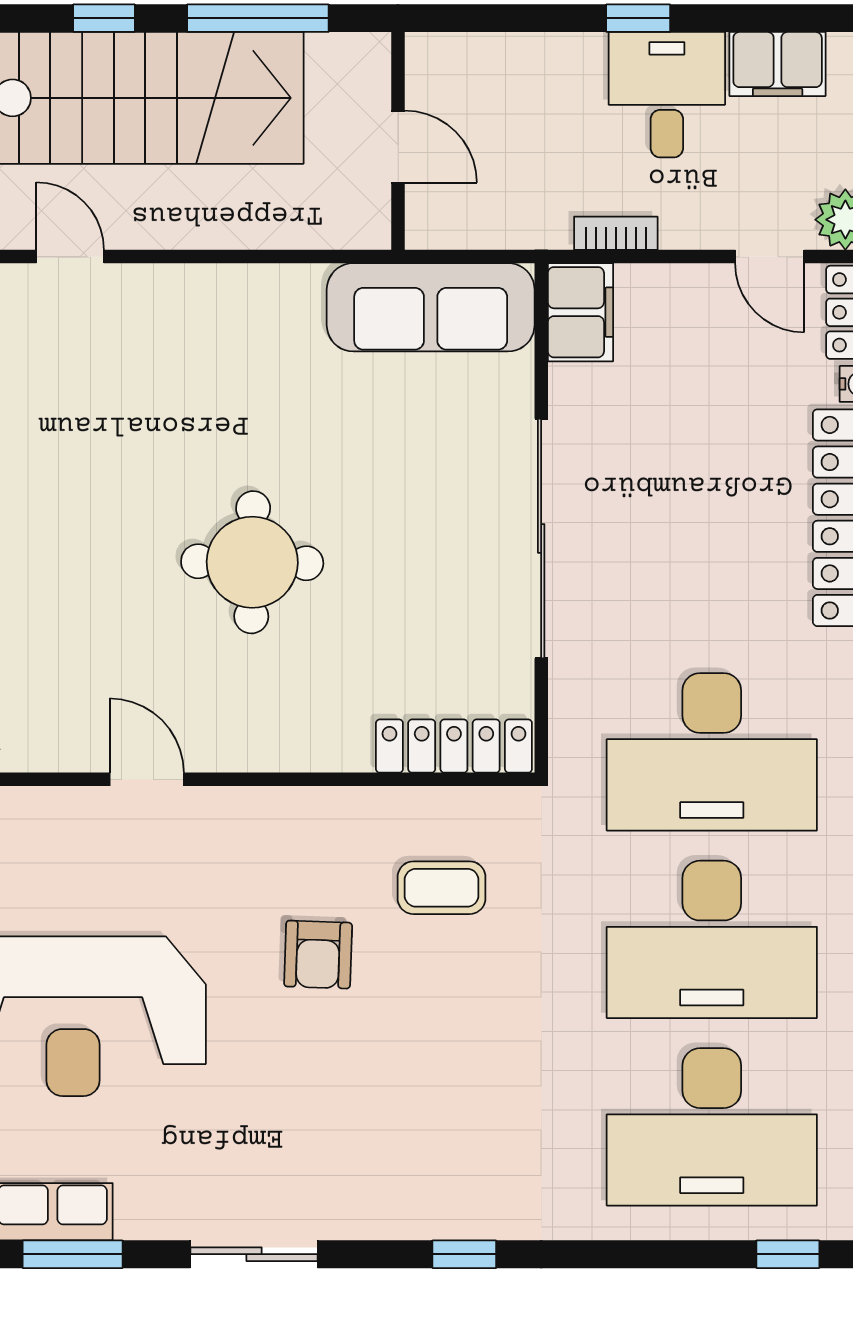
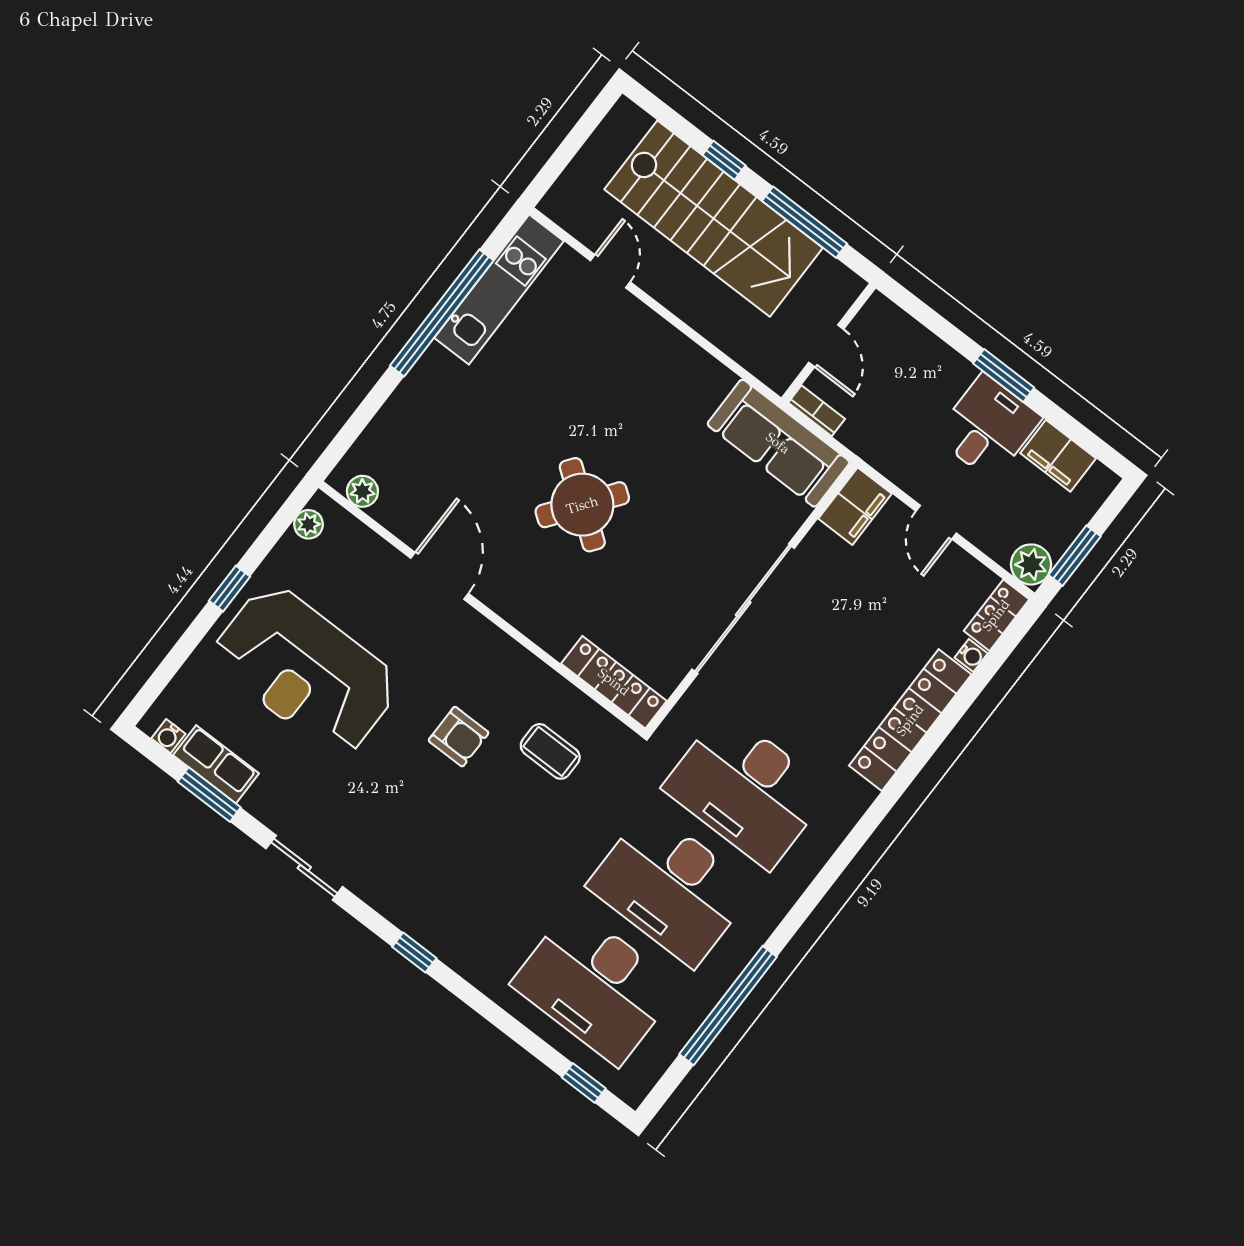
window: (638, 18) -> (1004, 376), width x1.50
bookcase: (616, 233) -> (817, 411), moved
door: (770, 257) -> (936, 522), moved
round table: (252, 562) -> (582, 505), turned 35
door: (147, 779) -> (440, 576), width x1.38
armchair: (318, 955) -> (459, 737), turned -92

